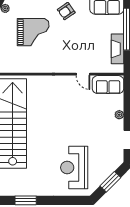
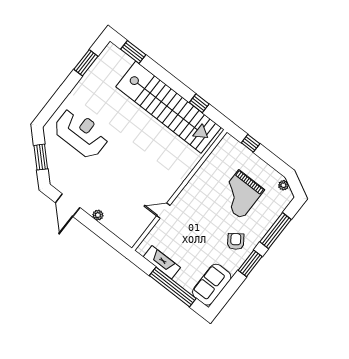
sofa: (108, 85) -> (135, 227), removed

